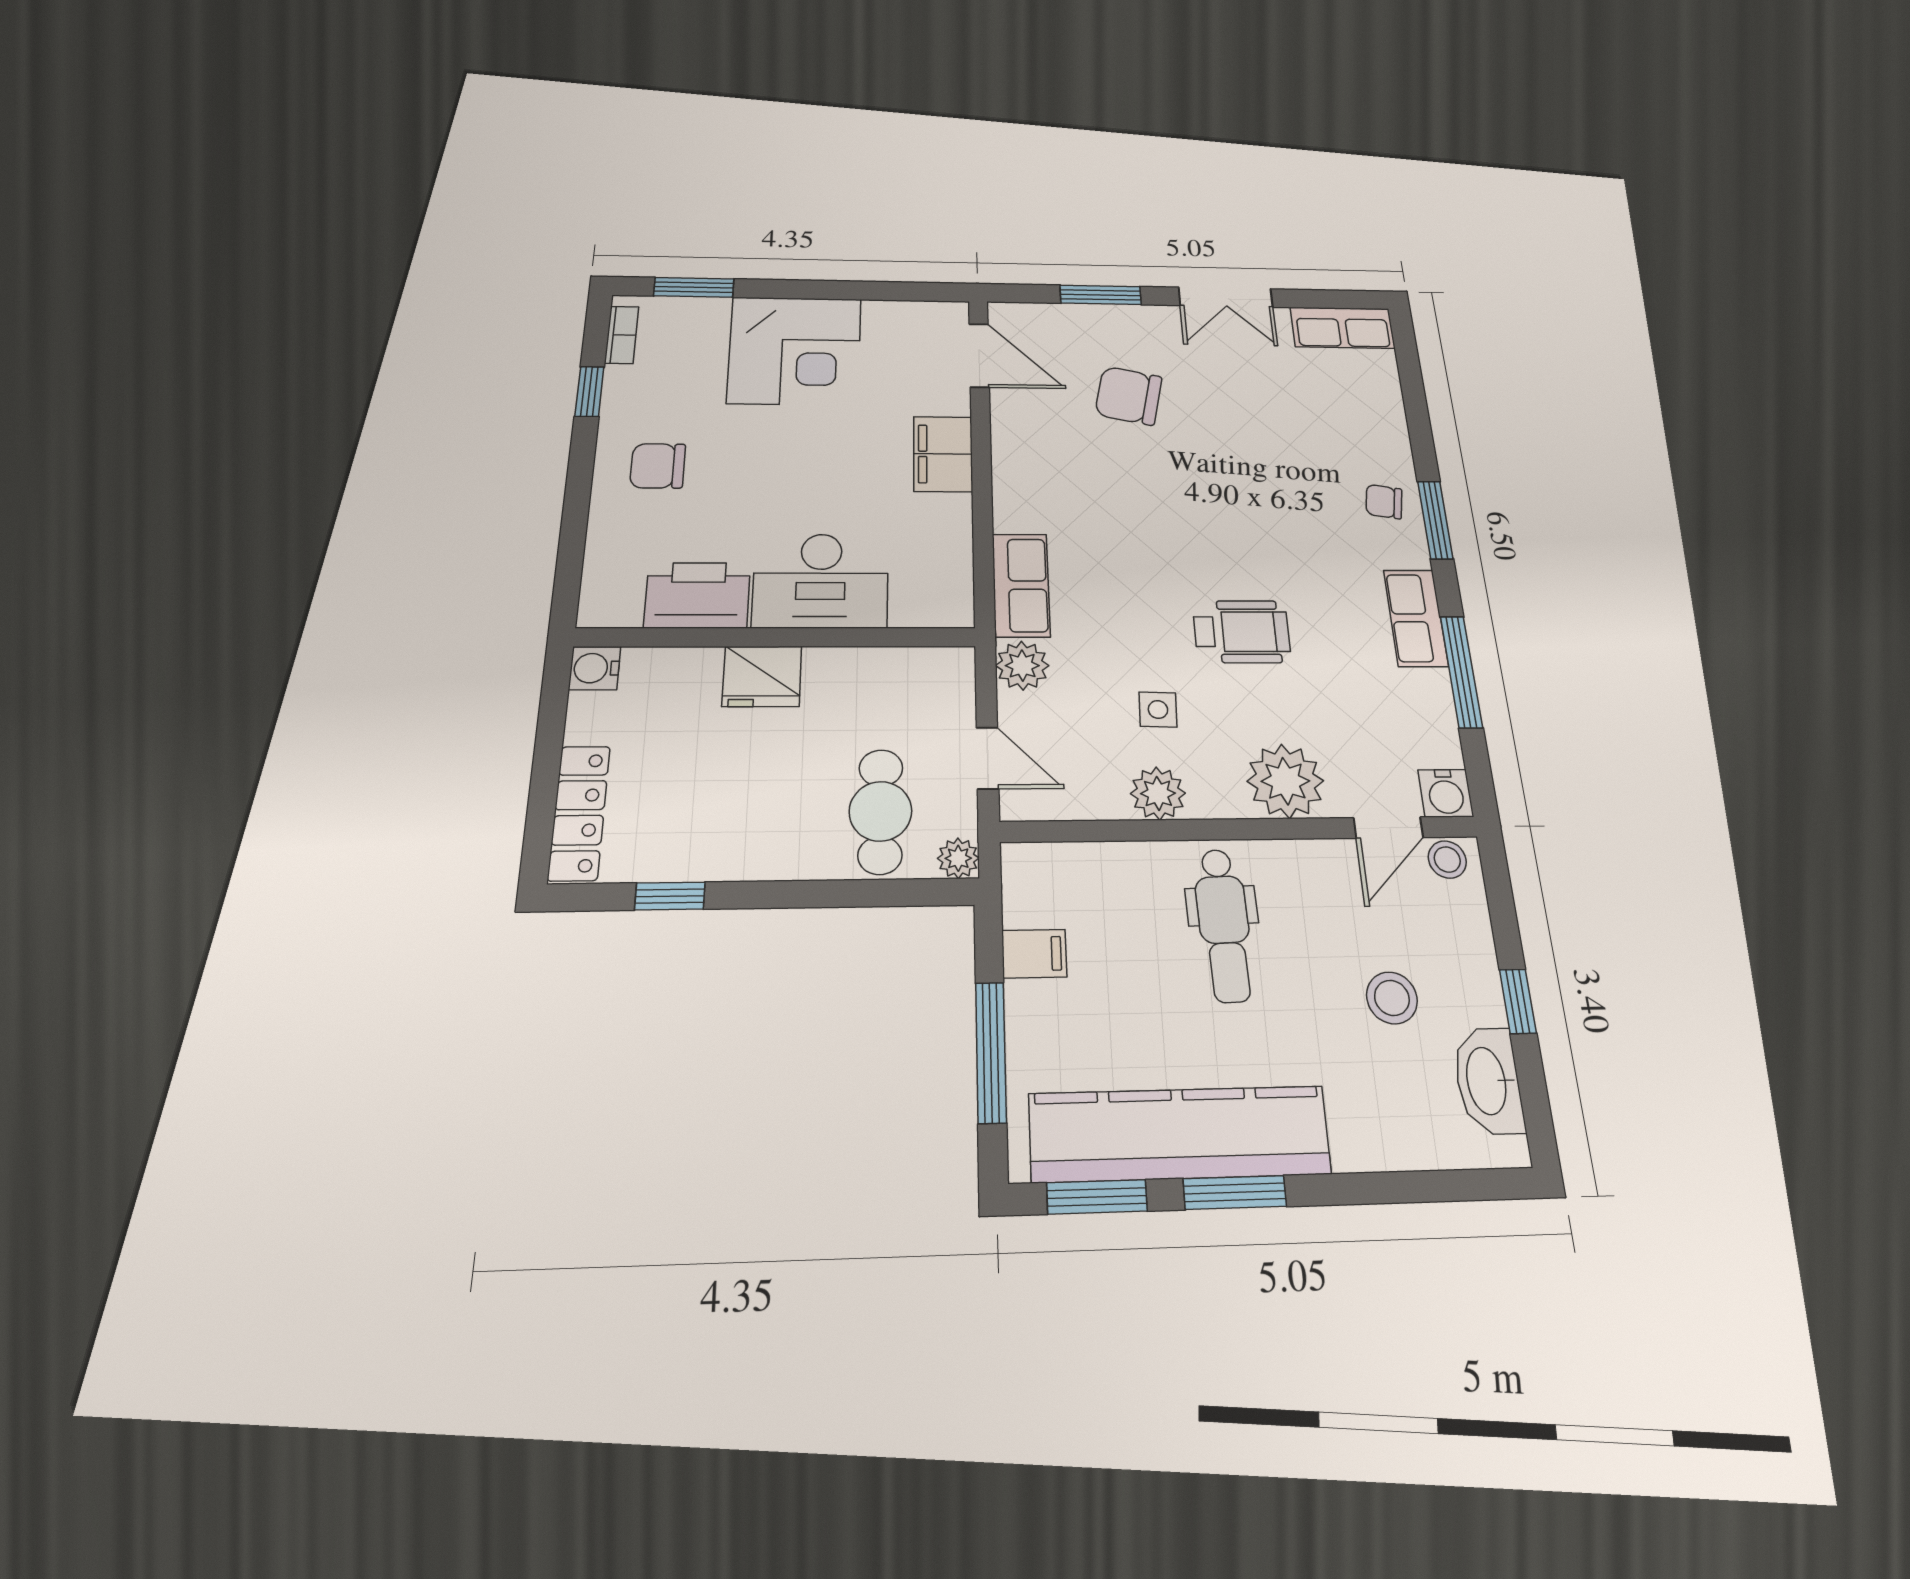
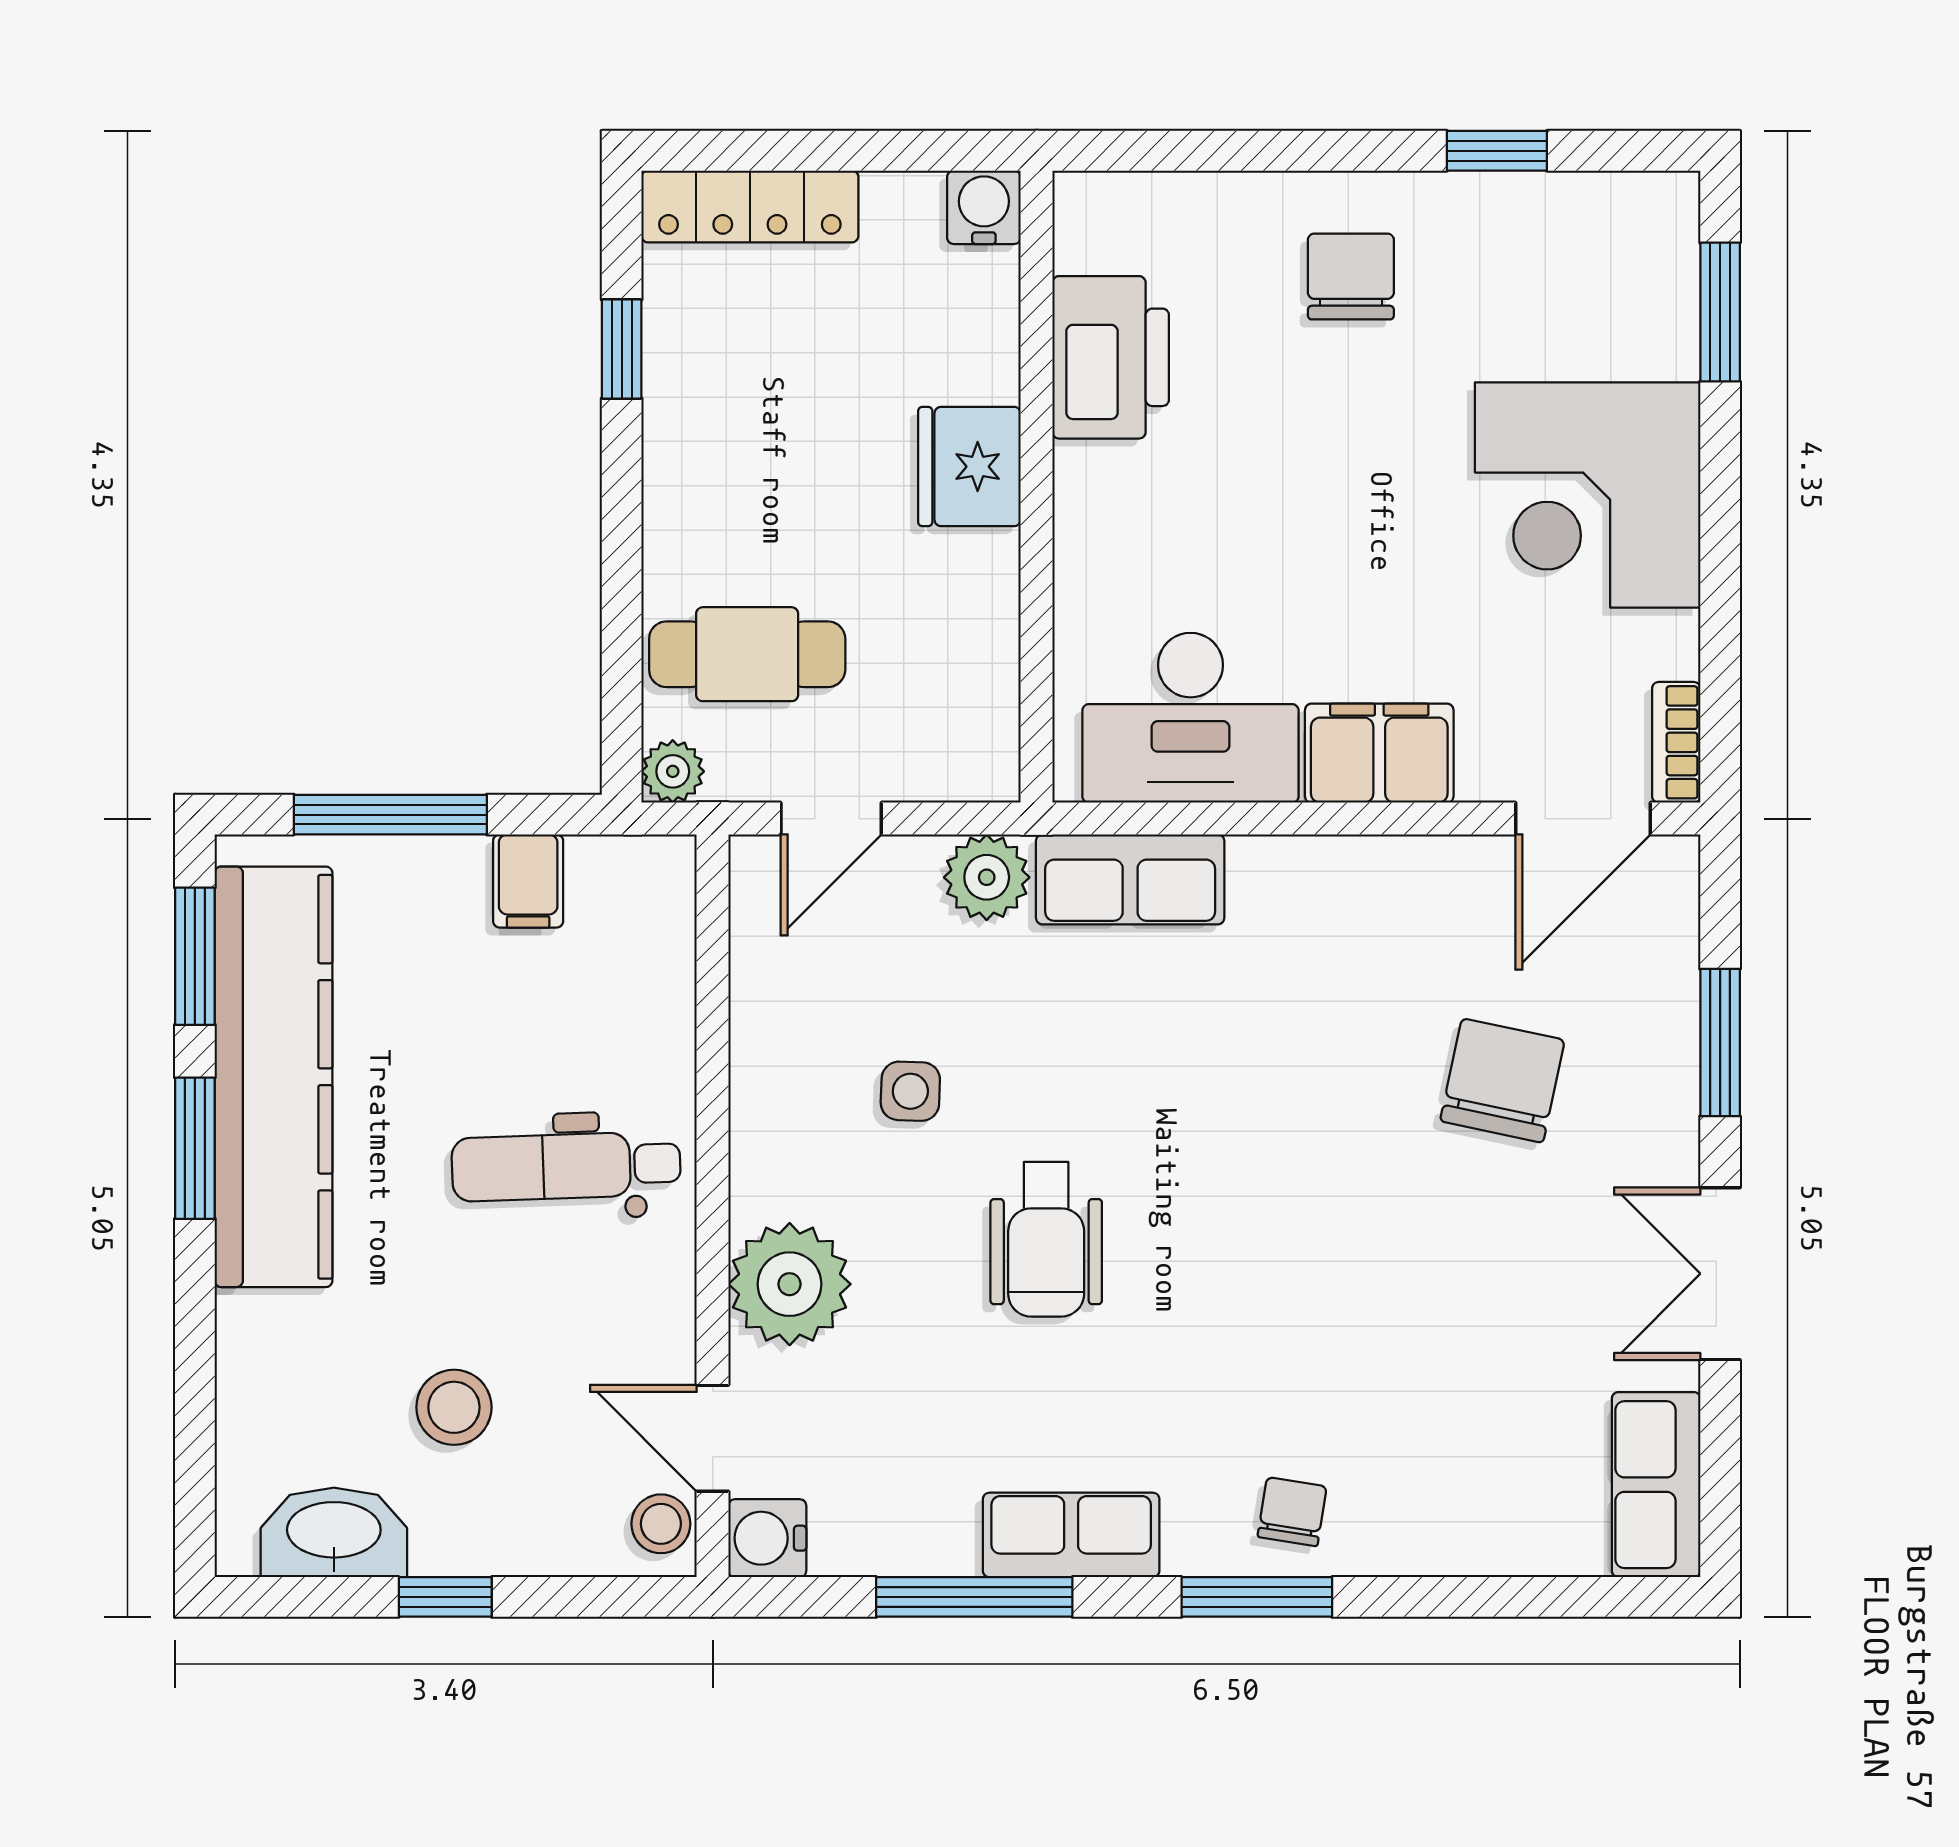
bookcase: (622, 335) -> (1676, 742), moved, turned 90
desk: (821, 581) -> (1190, 718), moved, turned -90
plant: (1158, 793) -> (771, 1081), removed

